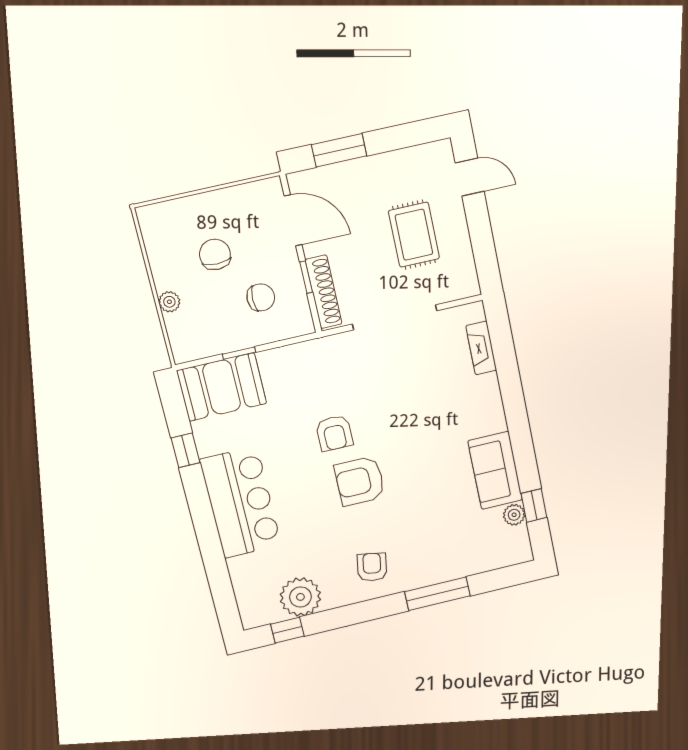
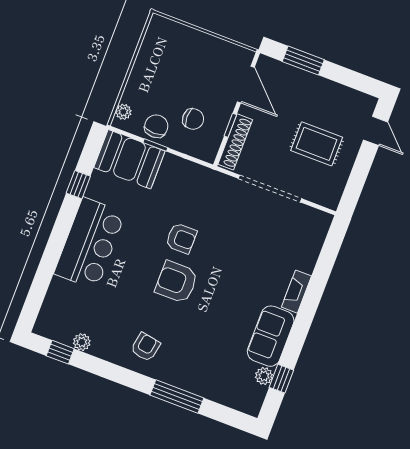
rug: (414, 235) -> (317, 144), turned 90
chair: (215, 254) -> (156, 126), moved
plant: (169, 302) -> (123, 112), moved
fireplace: (481, 348) -> (296, 292), moved
armchair: (334, 433) -> (181, 238), turned -90
plant: (300, 597) -> (82, 342), width x0.53, depth x0.53

